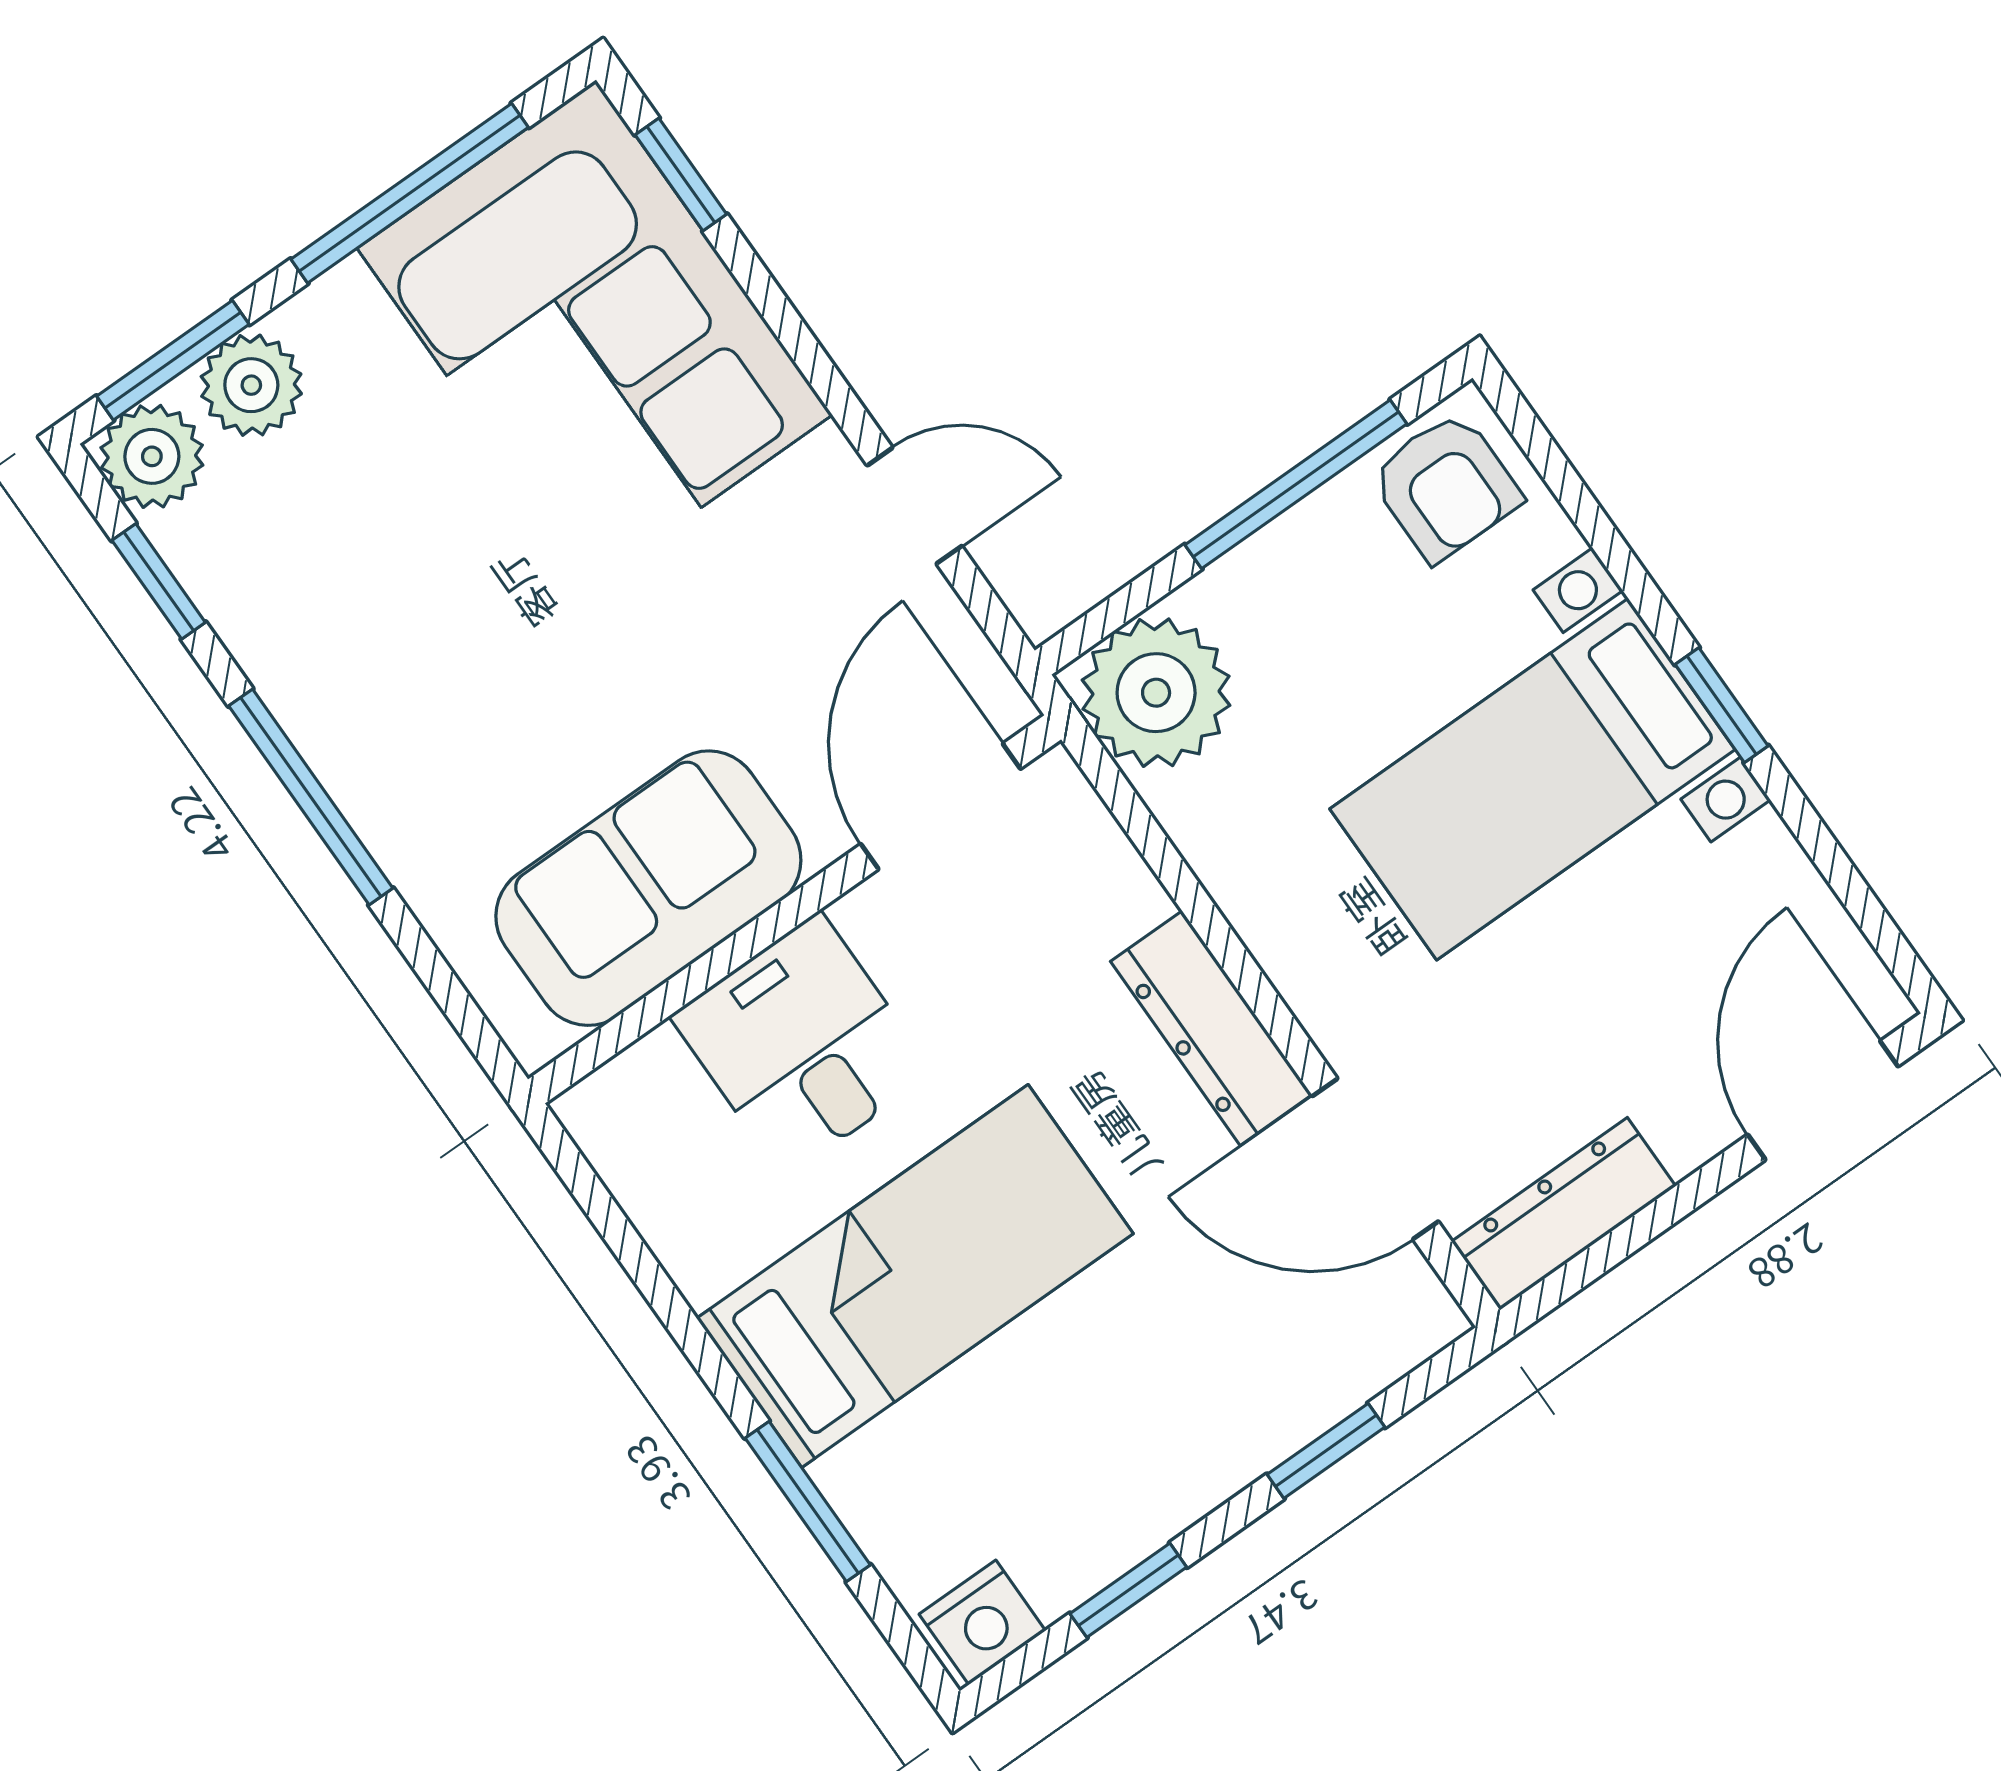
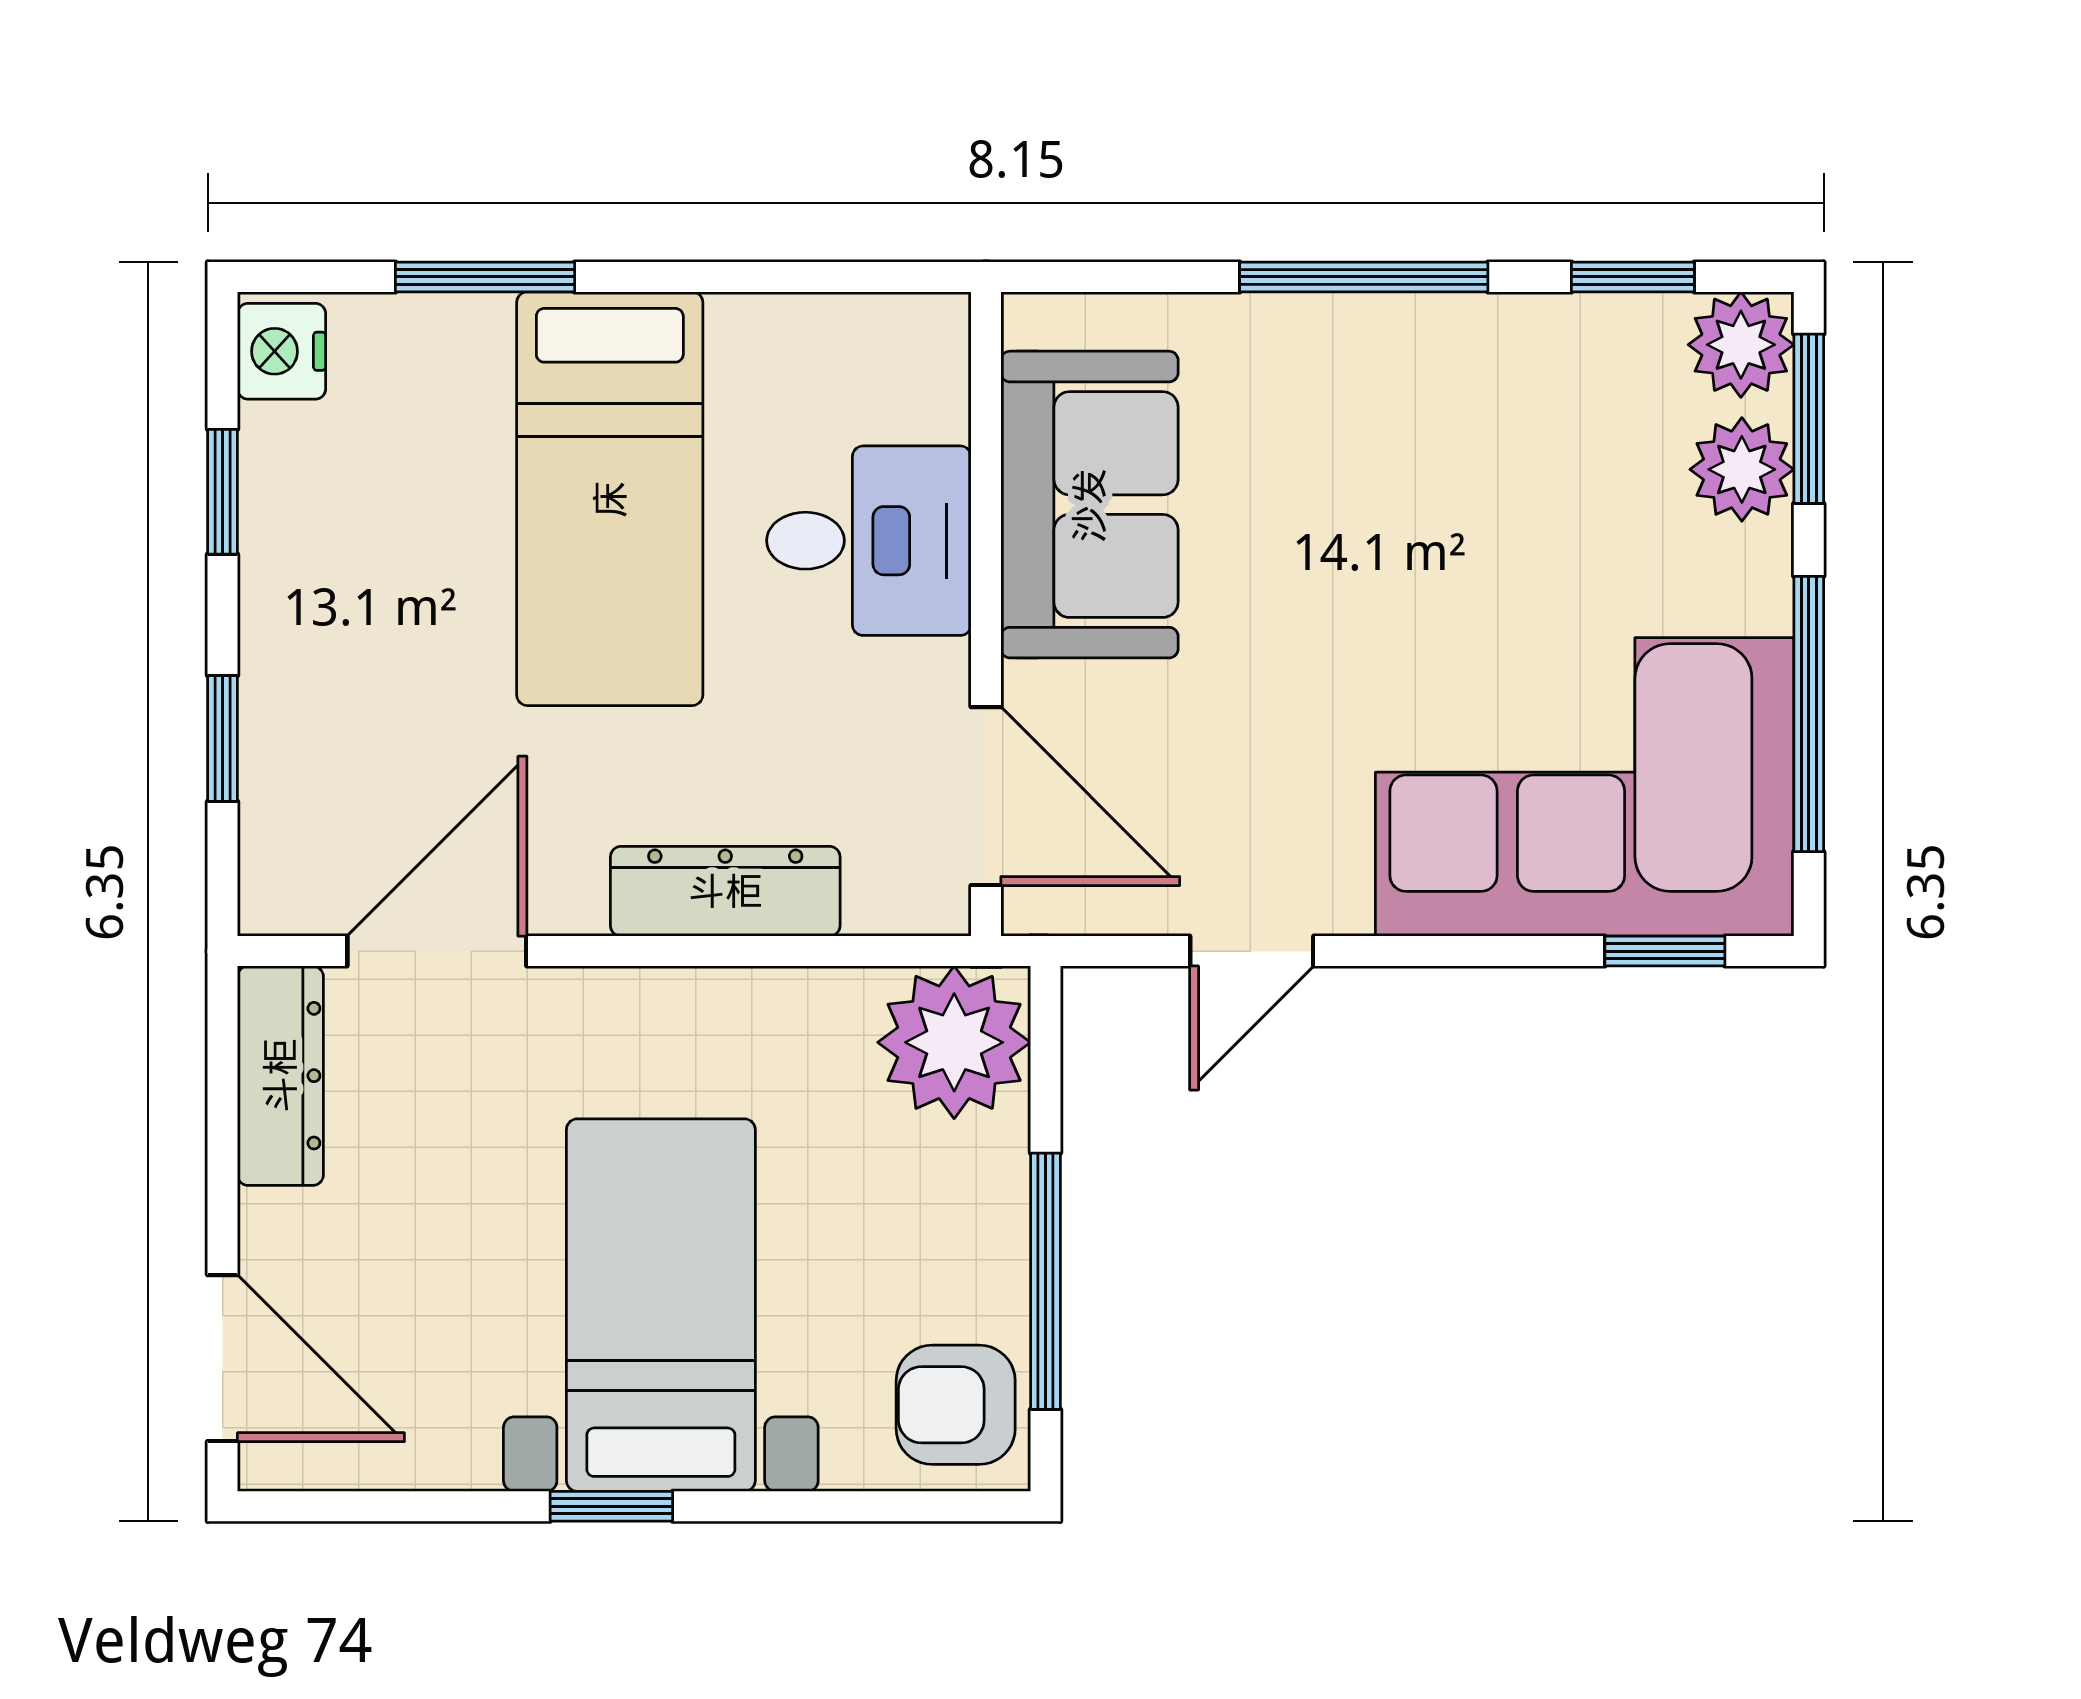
dresser: (1211, 1028) -> (725, 891), moved

